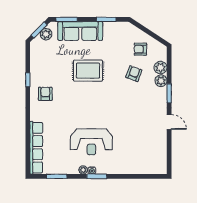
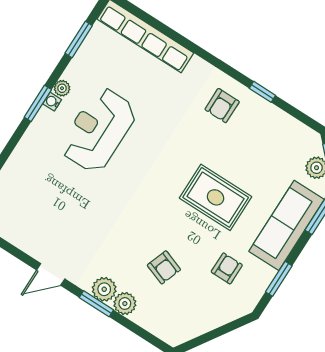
armchair: (140, 49) -> (227, 268), moved
plant: (161, 68) -> (104, 289), moved
rug: (88, 71) -> (216, 197), turned 90
armchair: (45, 94) -> (222, 106), turned 90

